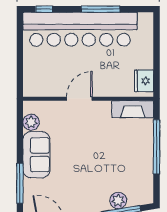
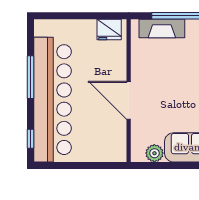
door: (79, 99) -> (129, 100), width x1.36
fireplace: (133, 109) -> (162, 28), moved, turned 90

